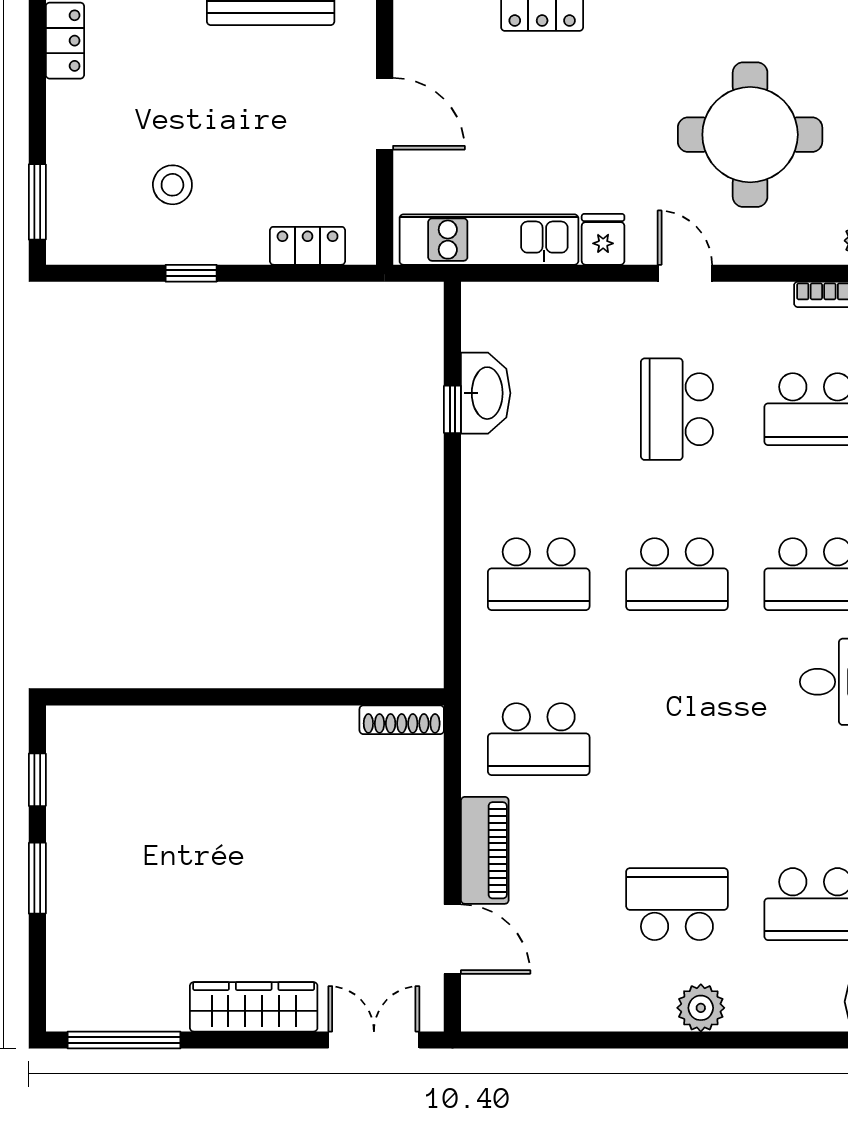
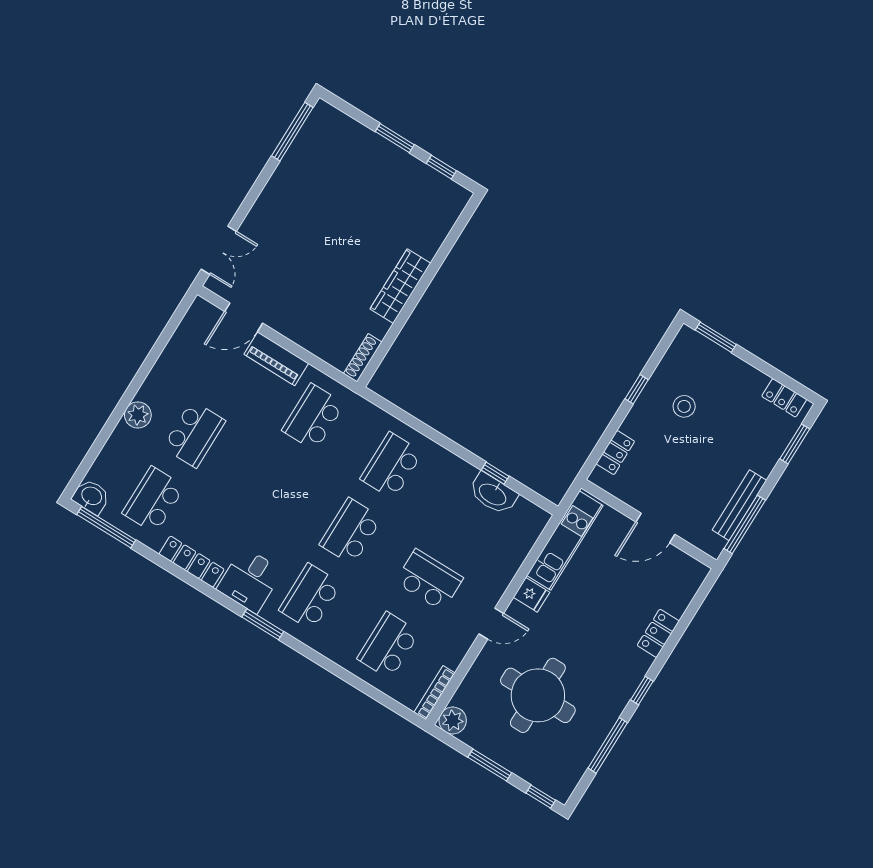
wardrobe: (254, 1007) -> (400, 286), moved, turned 180

